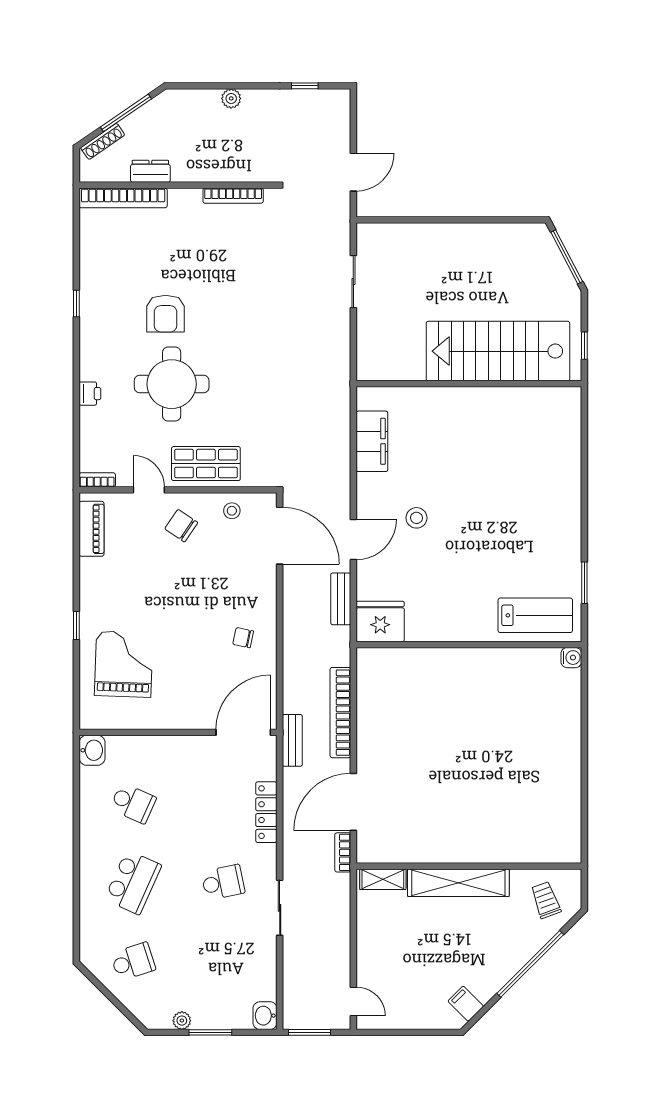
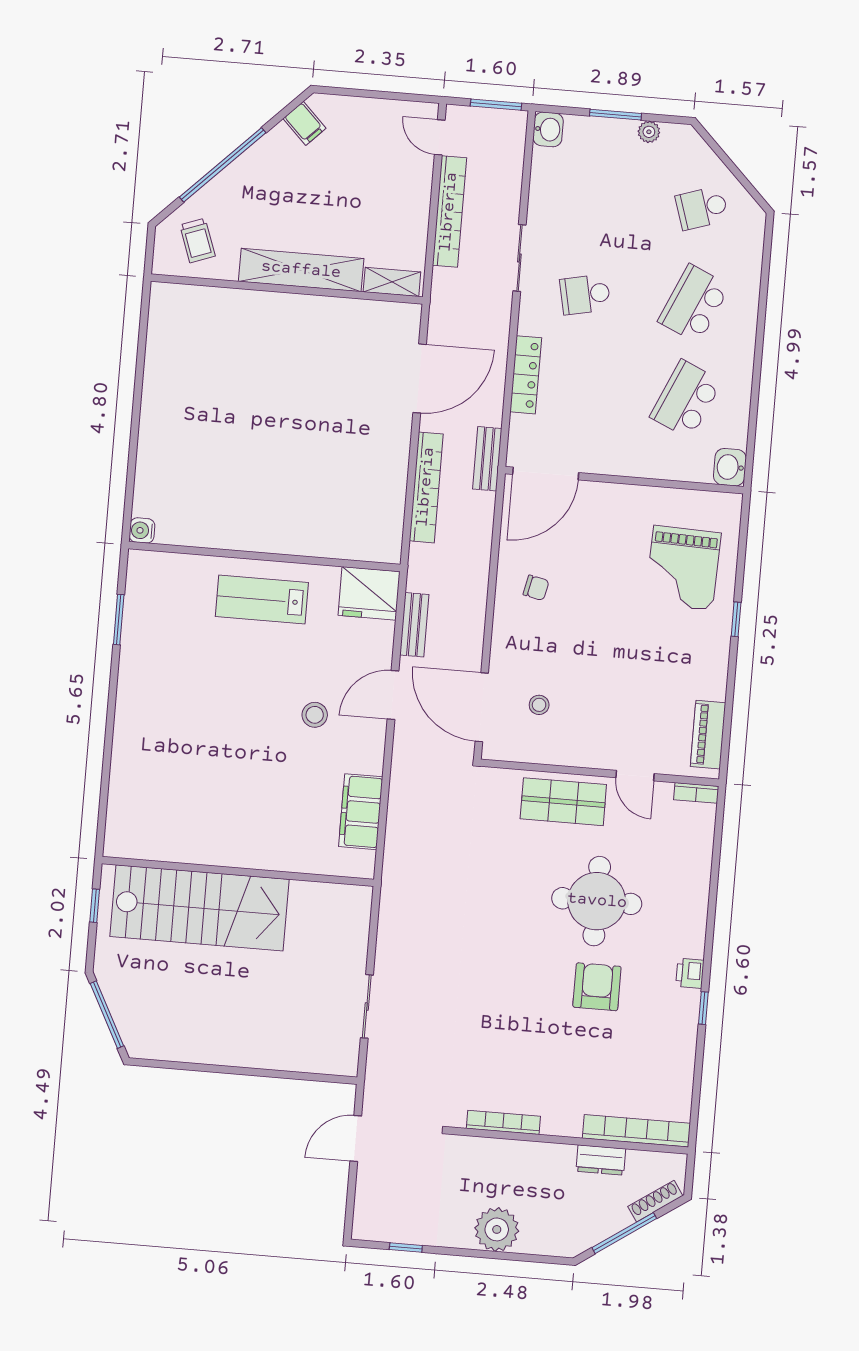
plant: (231, 98) -> (497, 1229), width x1.88, depth x1.88
printer: (90, 394) -> (690, 973), moved
stool: (232, 511) -> (539, 705), moved
chair: (181, 526) -> (599, 729), removed
lab bench: (535, 615) -> (262, 599), moved
school desk: (133, 803) -> (686, 399), width x1.85
bookcase: (343, 852) -> (449, 212), moved, width x2.31, depth x1.31

